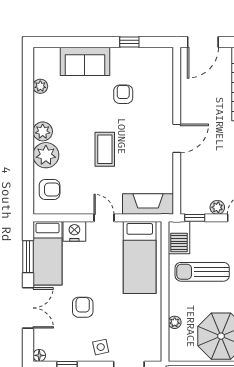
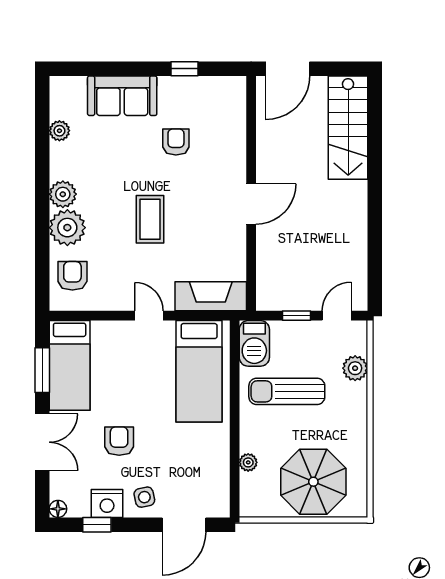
armchair: (50, 190) -> (72, 276), turned -90
plant: (217, 207) -> (308, 301), removed
window: (195, 218) -> (296, 316), moved
nightstand: (74, 231) -> (107, 503), moved, turned 180

